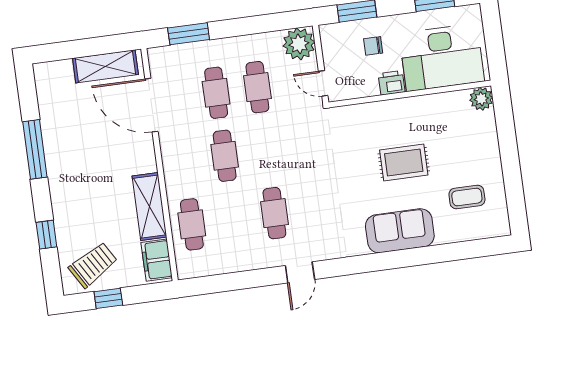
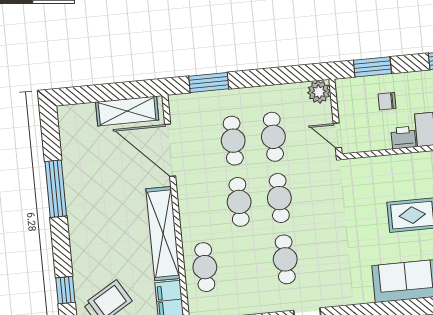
plant: (299, 44) -> (319, 92), width x0.73, depth x0.73
cafe table: (266, 150) -> (279, 198), added
shelving: (149, 207) -> (163, 234), width x1.47
window: (46, 235) -> (65, 290), moved

